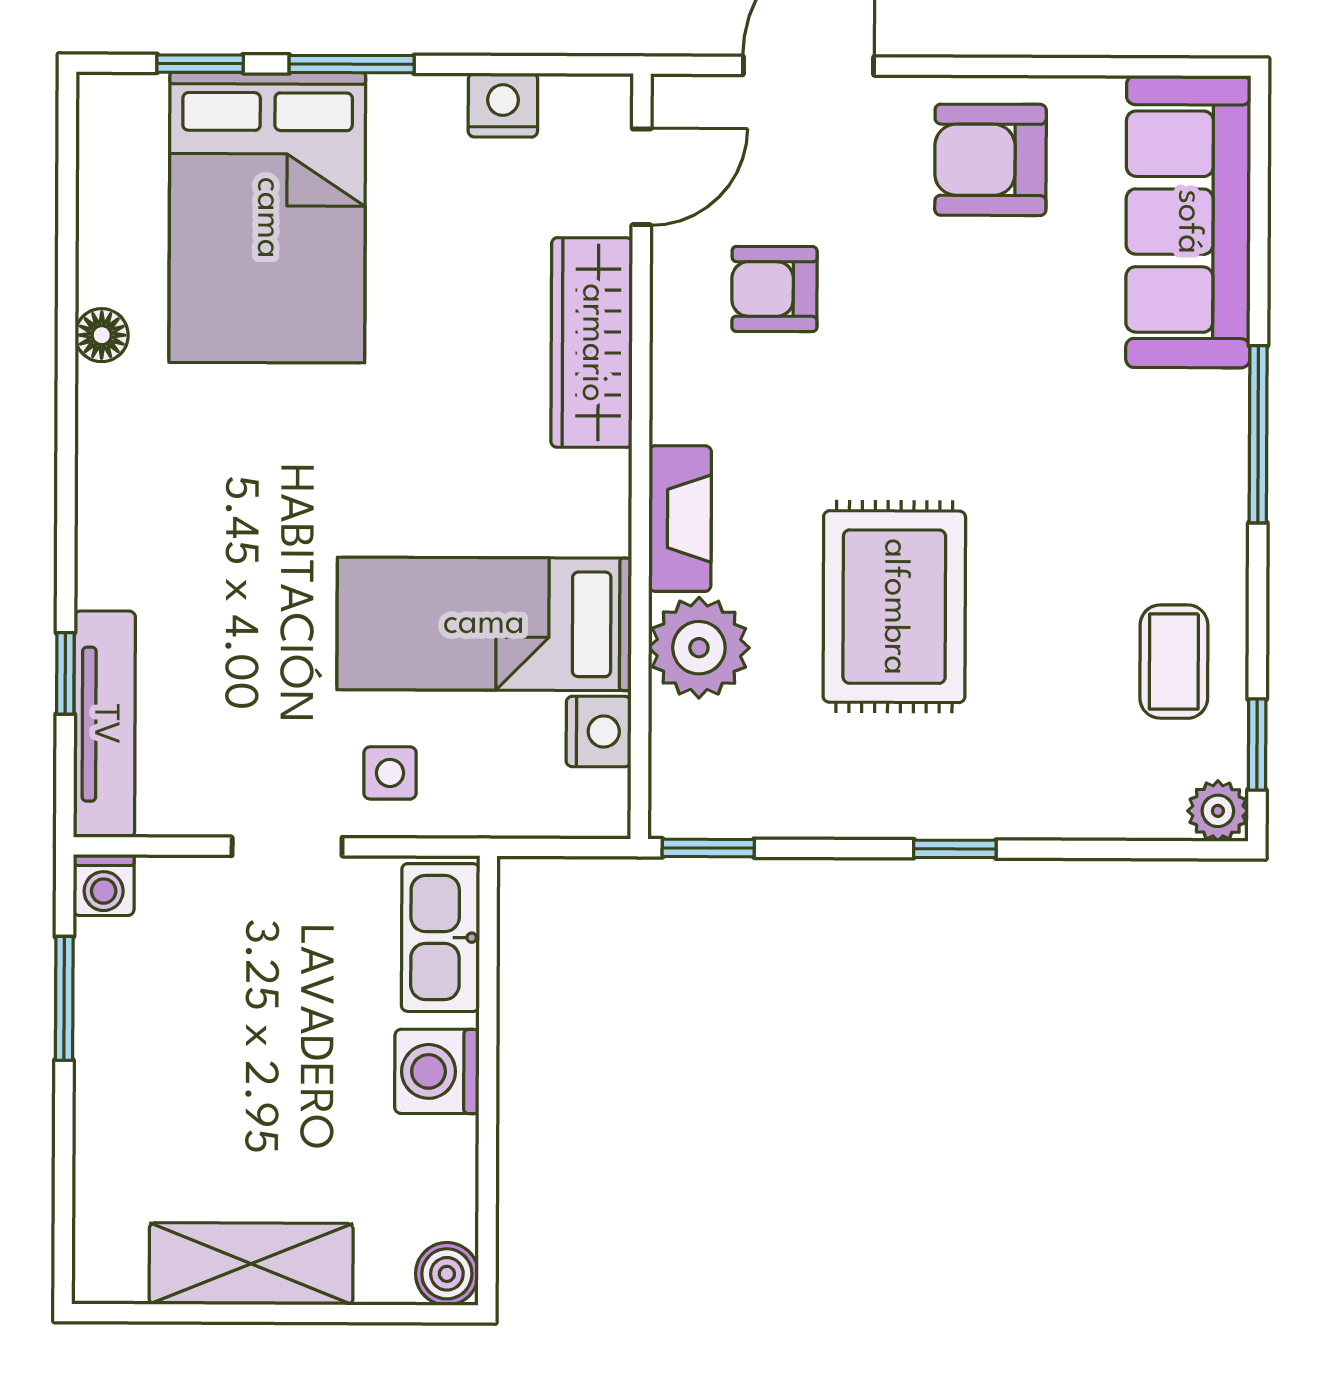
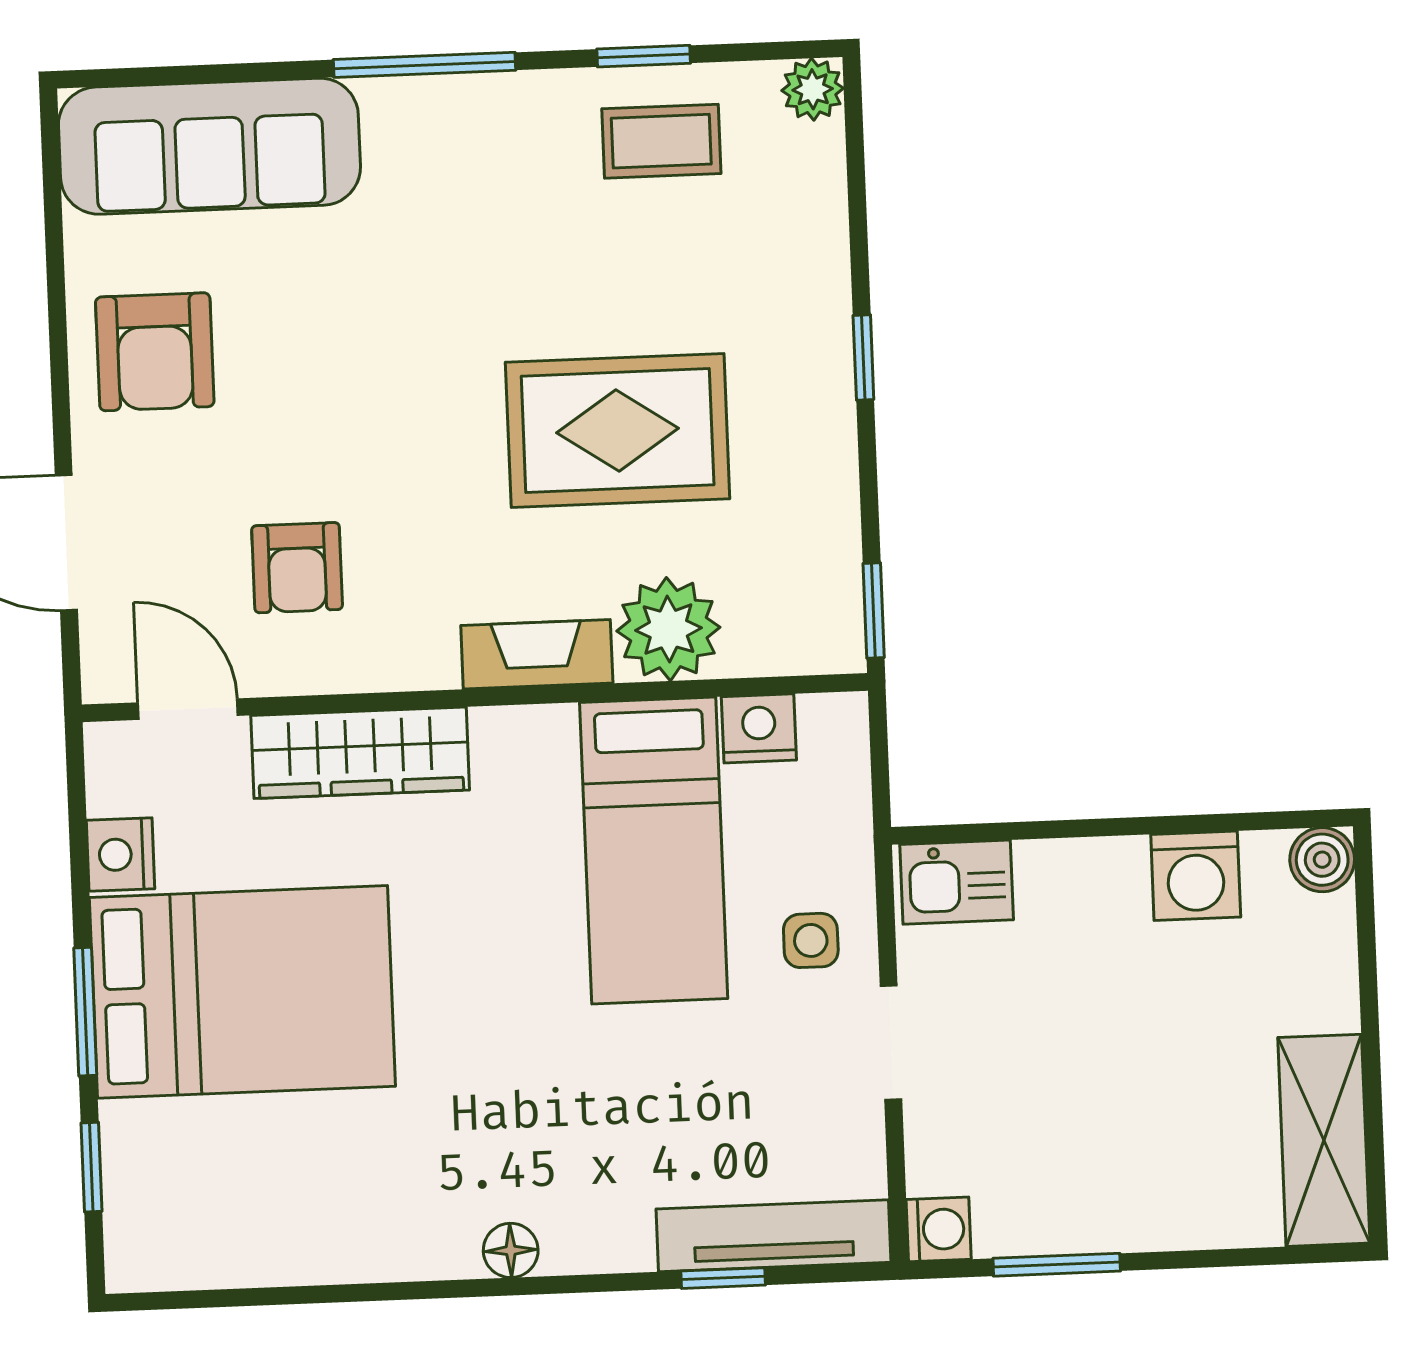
bed: (267, 218) -> (242, 992), moved
floor lamp: (102, 335) -> (511, 1250), moved
window: (1257, 745) -> (644, 56), moved
kitchen sink: (440, 938) -> (957, 882), width x0.73
washing machine: (437, 1071) -> (1196, 876), moved
shelving: (251, 1264) -> (1324, 1140), moved

